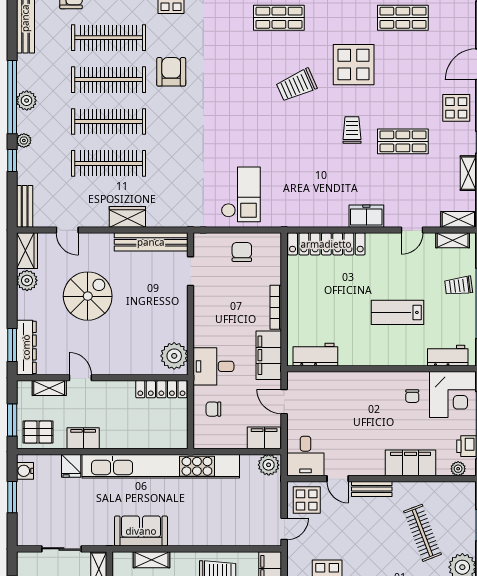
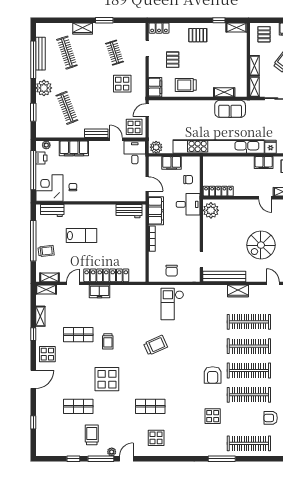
trolley: (297, 85) -> (156, 345), moved
locker: (326, 244) -> (106, 275), moved
filing cabinet: (264, 438) -> (172, 163), moved

